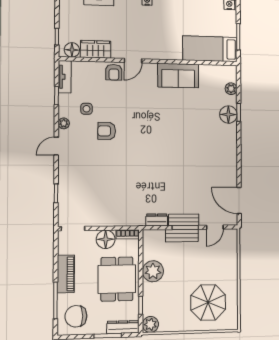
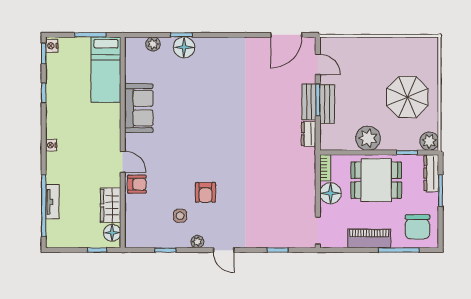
tv unit: (65, 77) -> (144, 241), removed
parasol: (208, 302) -> (407, 97), moved

